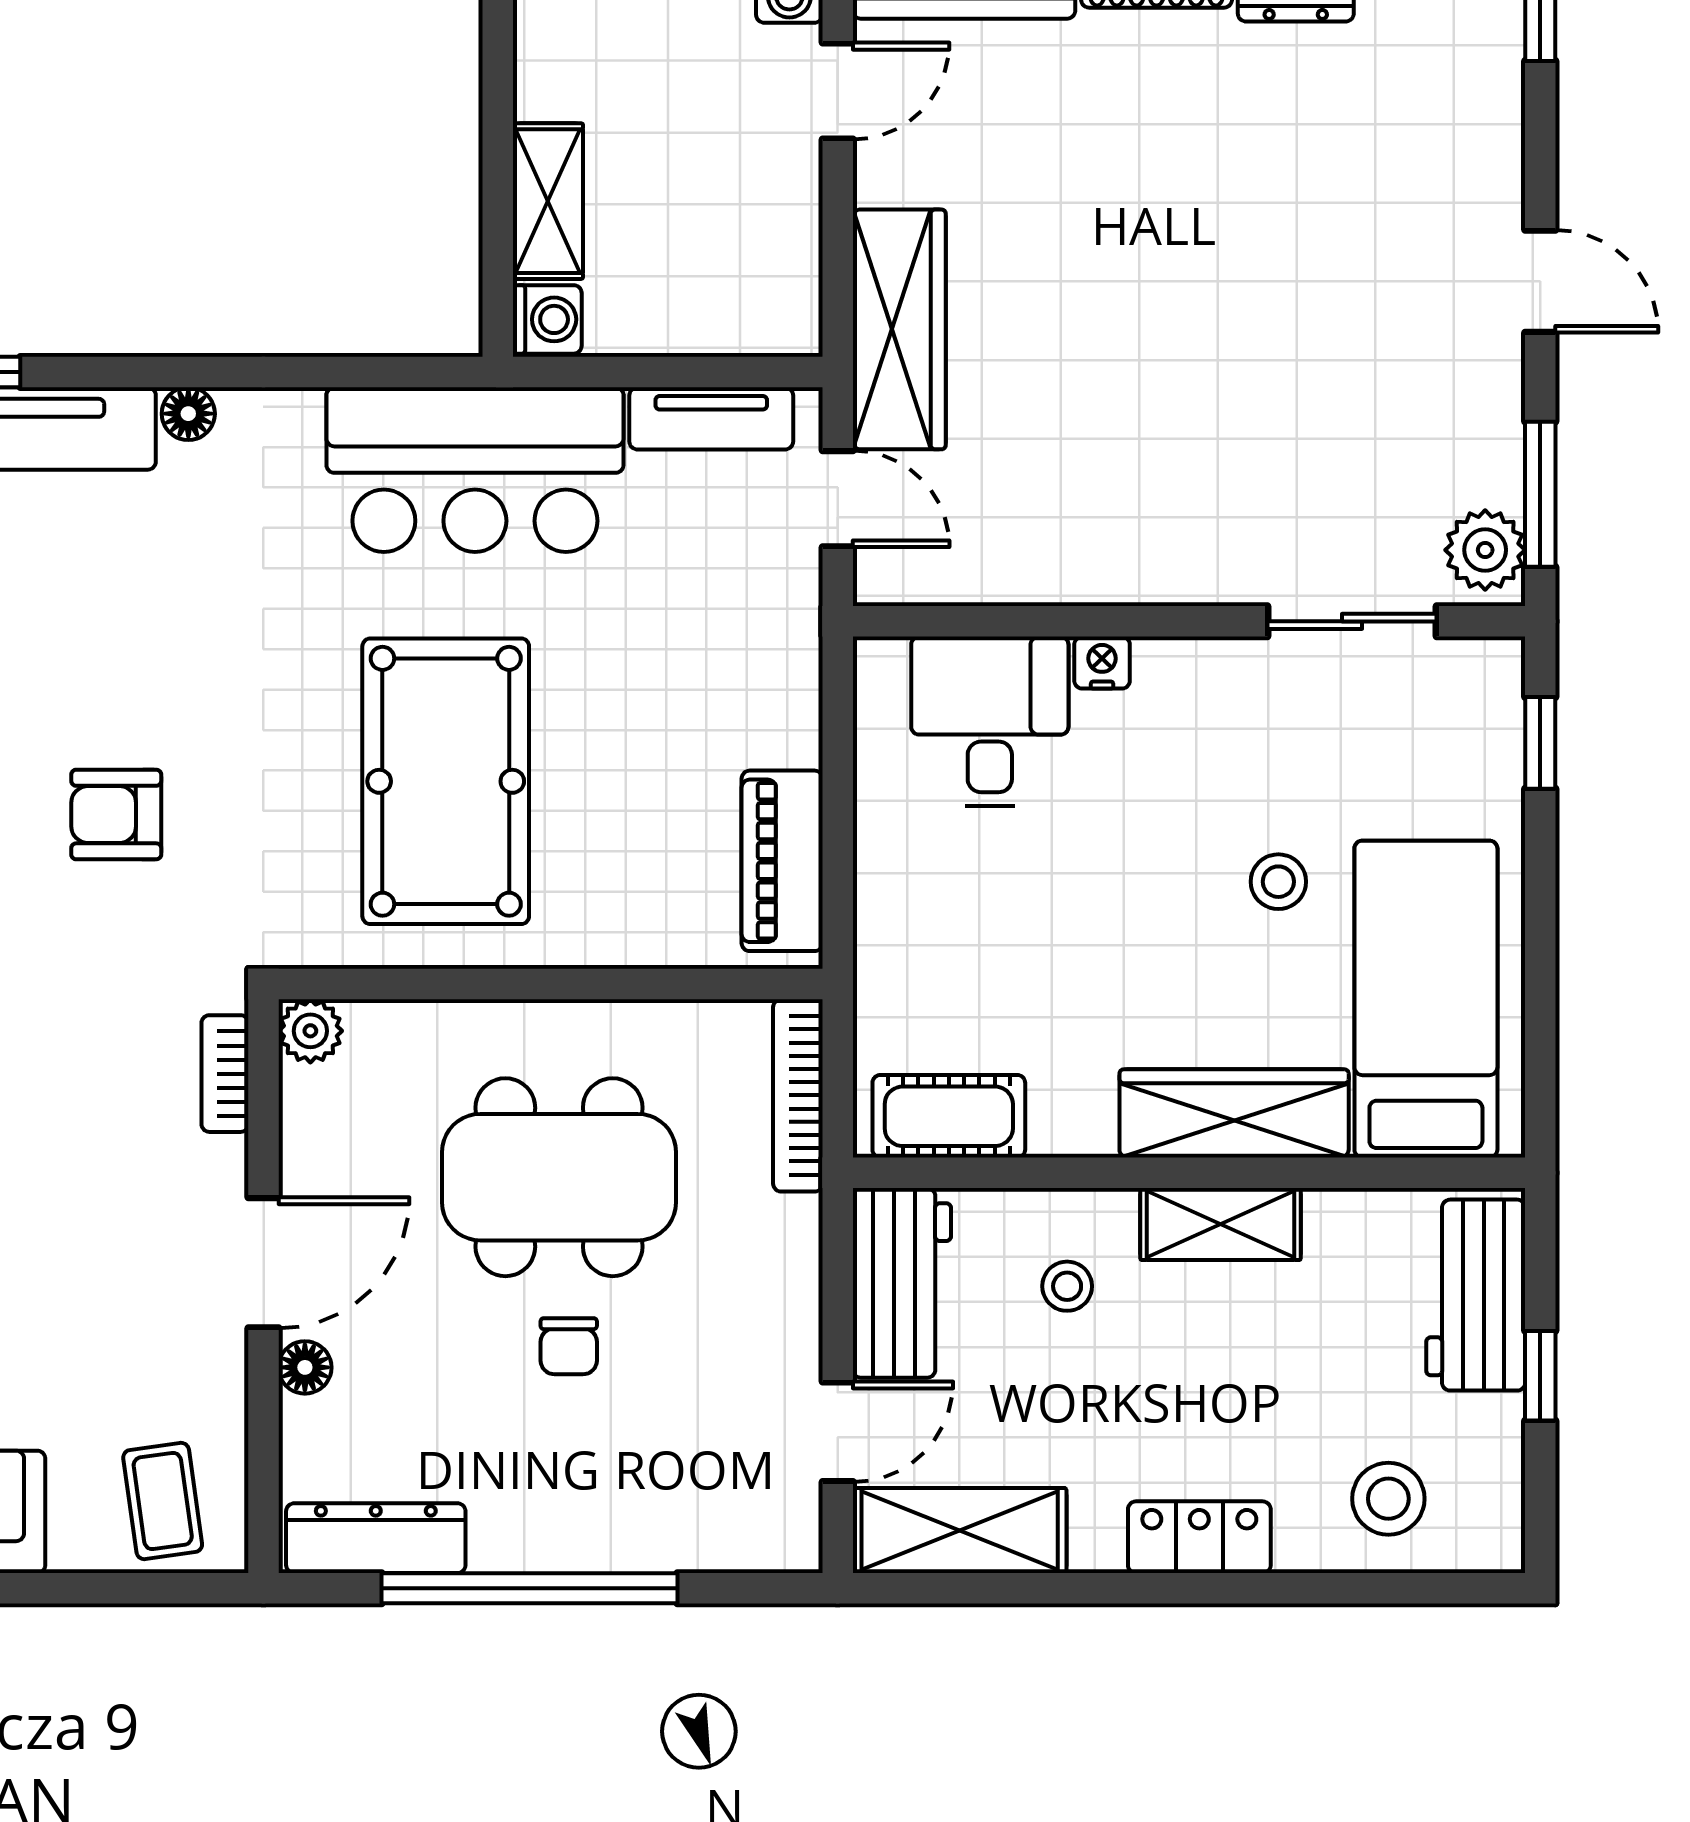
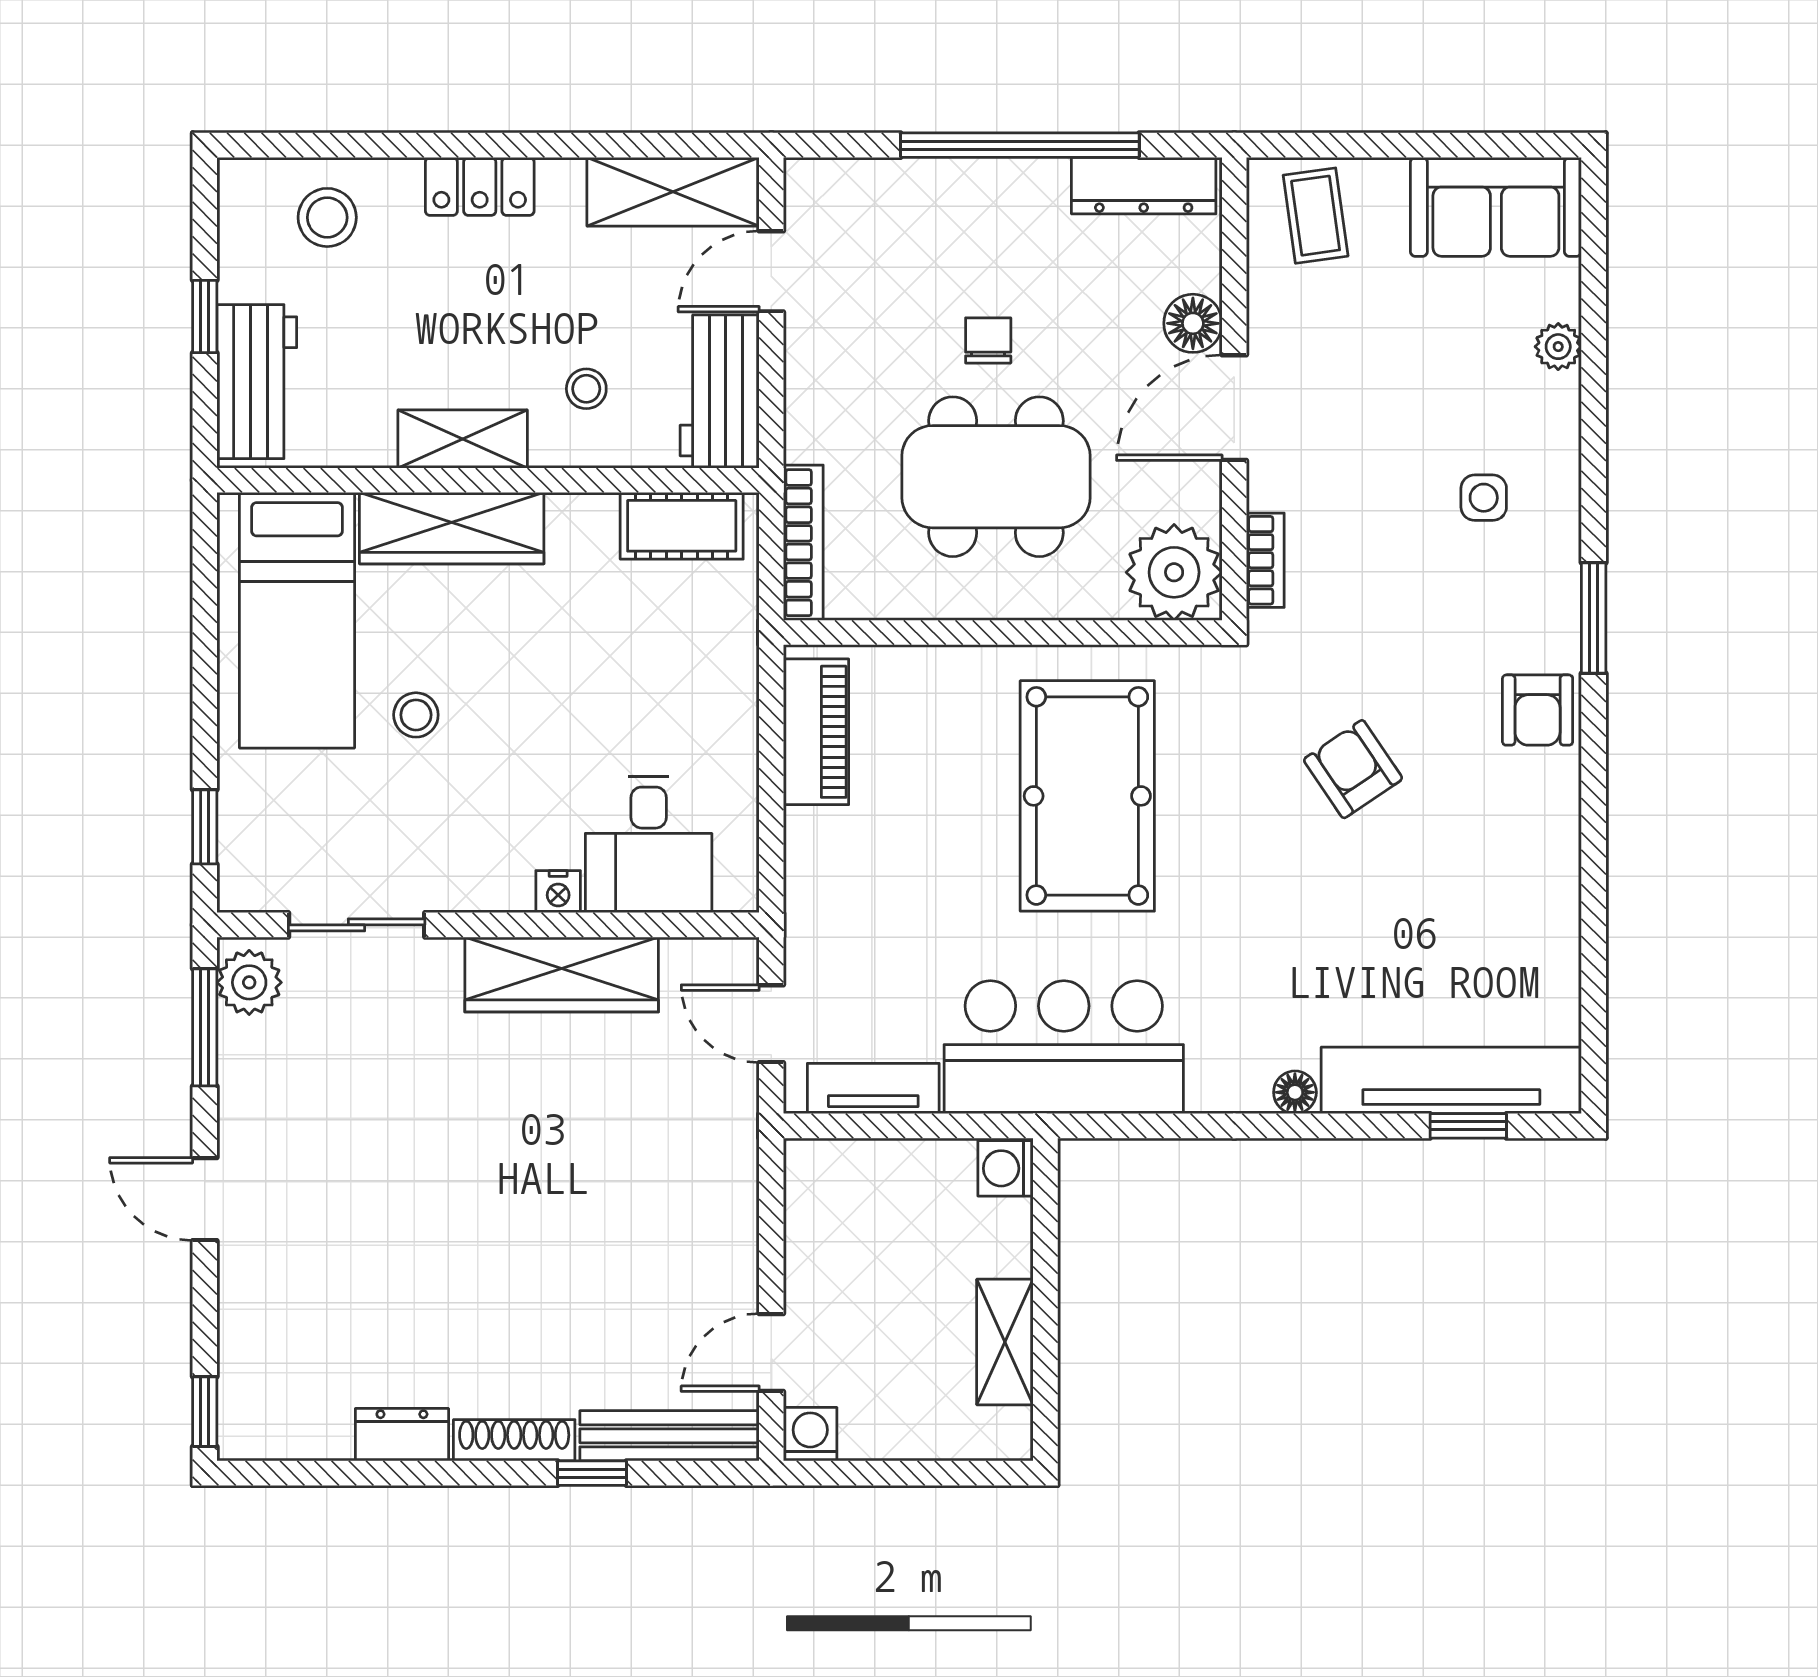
shelving: (548, 201) -> (1005, 1342), moved
wardrobe: (899, 329) -> (562, 975), moved, turned -90
armchair: (116, 815) -> (1353, 769), turned -124
plant: (310, 1031) -> (1174, 572), width x1.88, depth x1.88
floor lamp: (305, 1367) -> (1193, 323), width x1.37, depth x1.37

